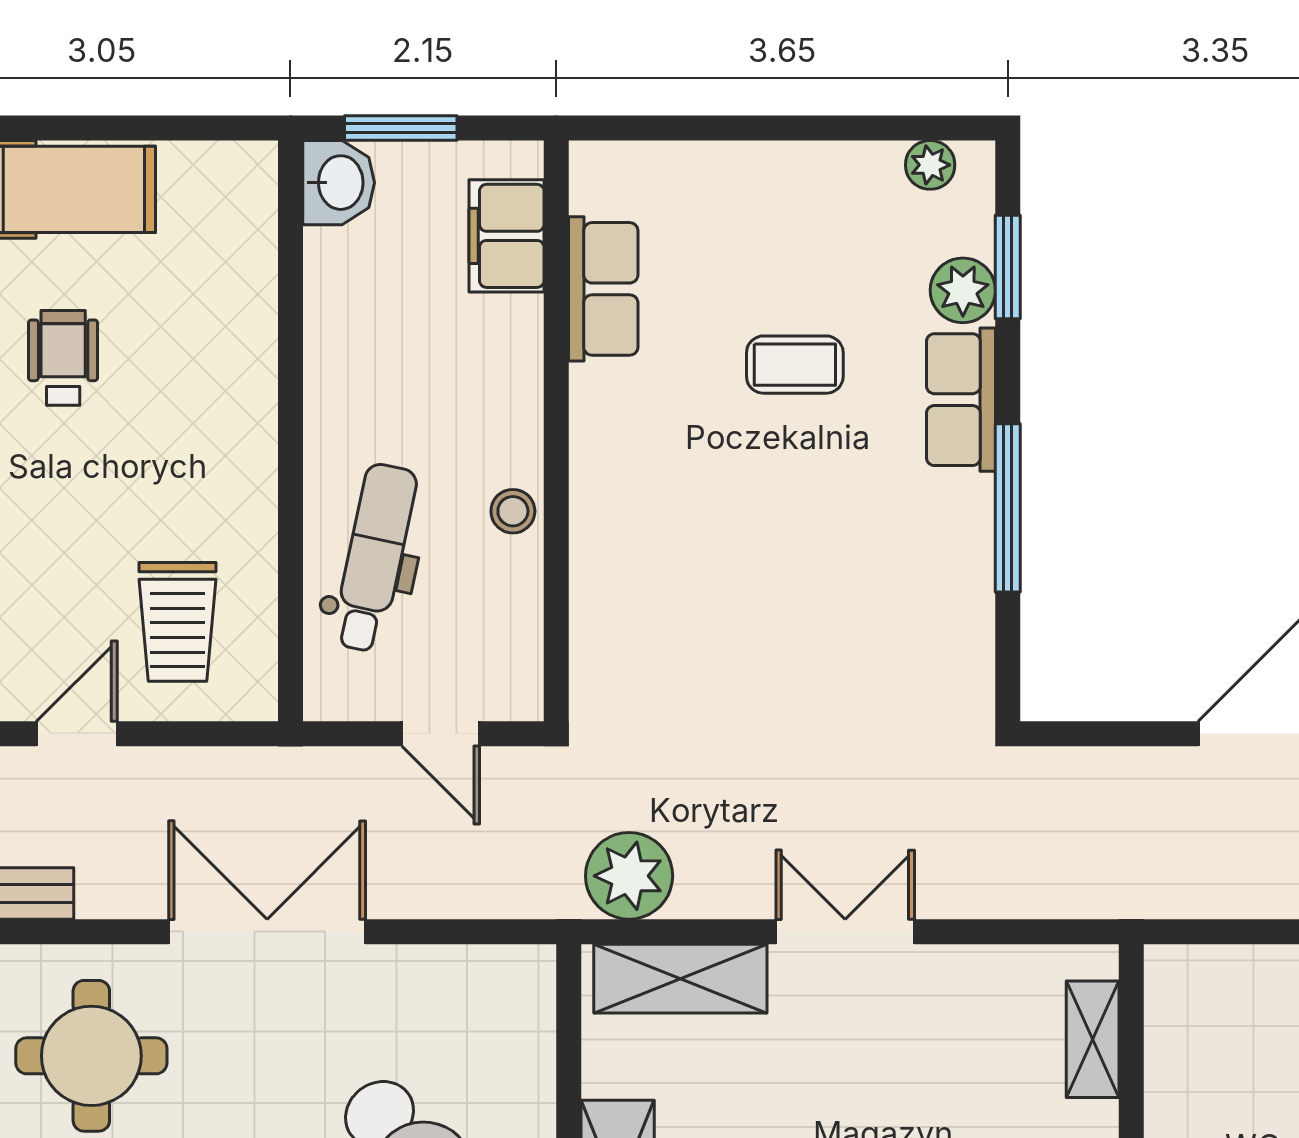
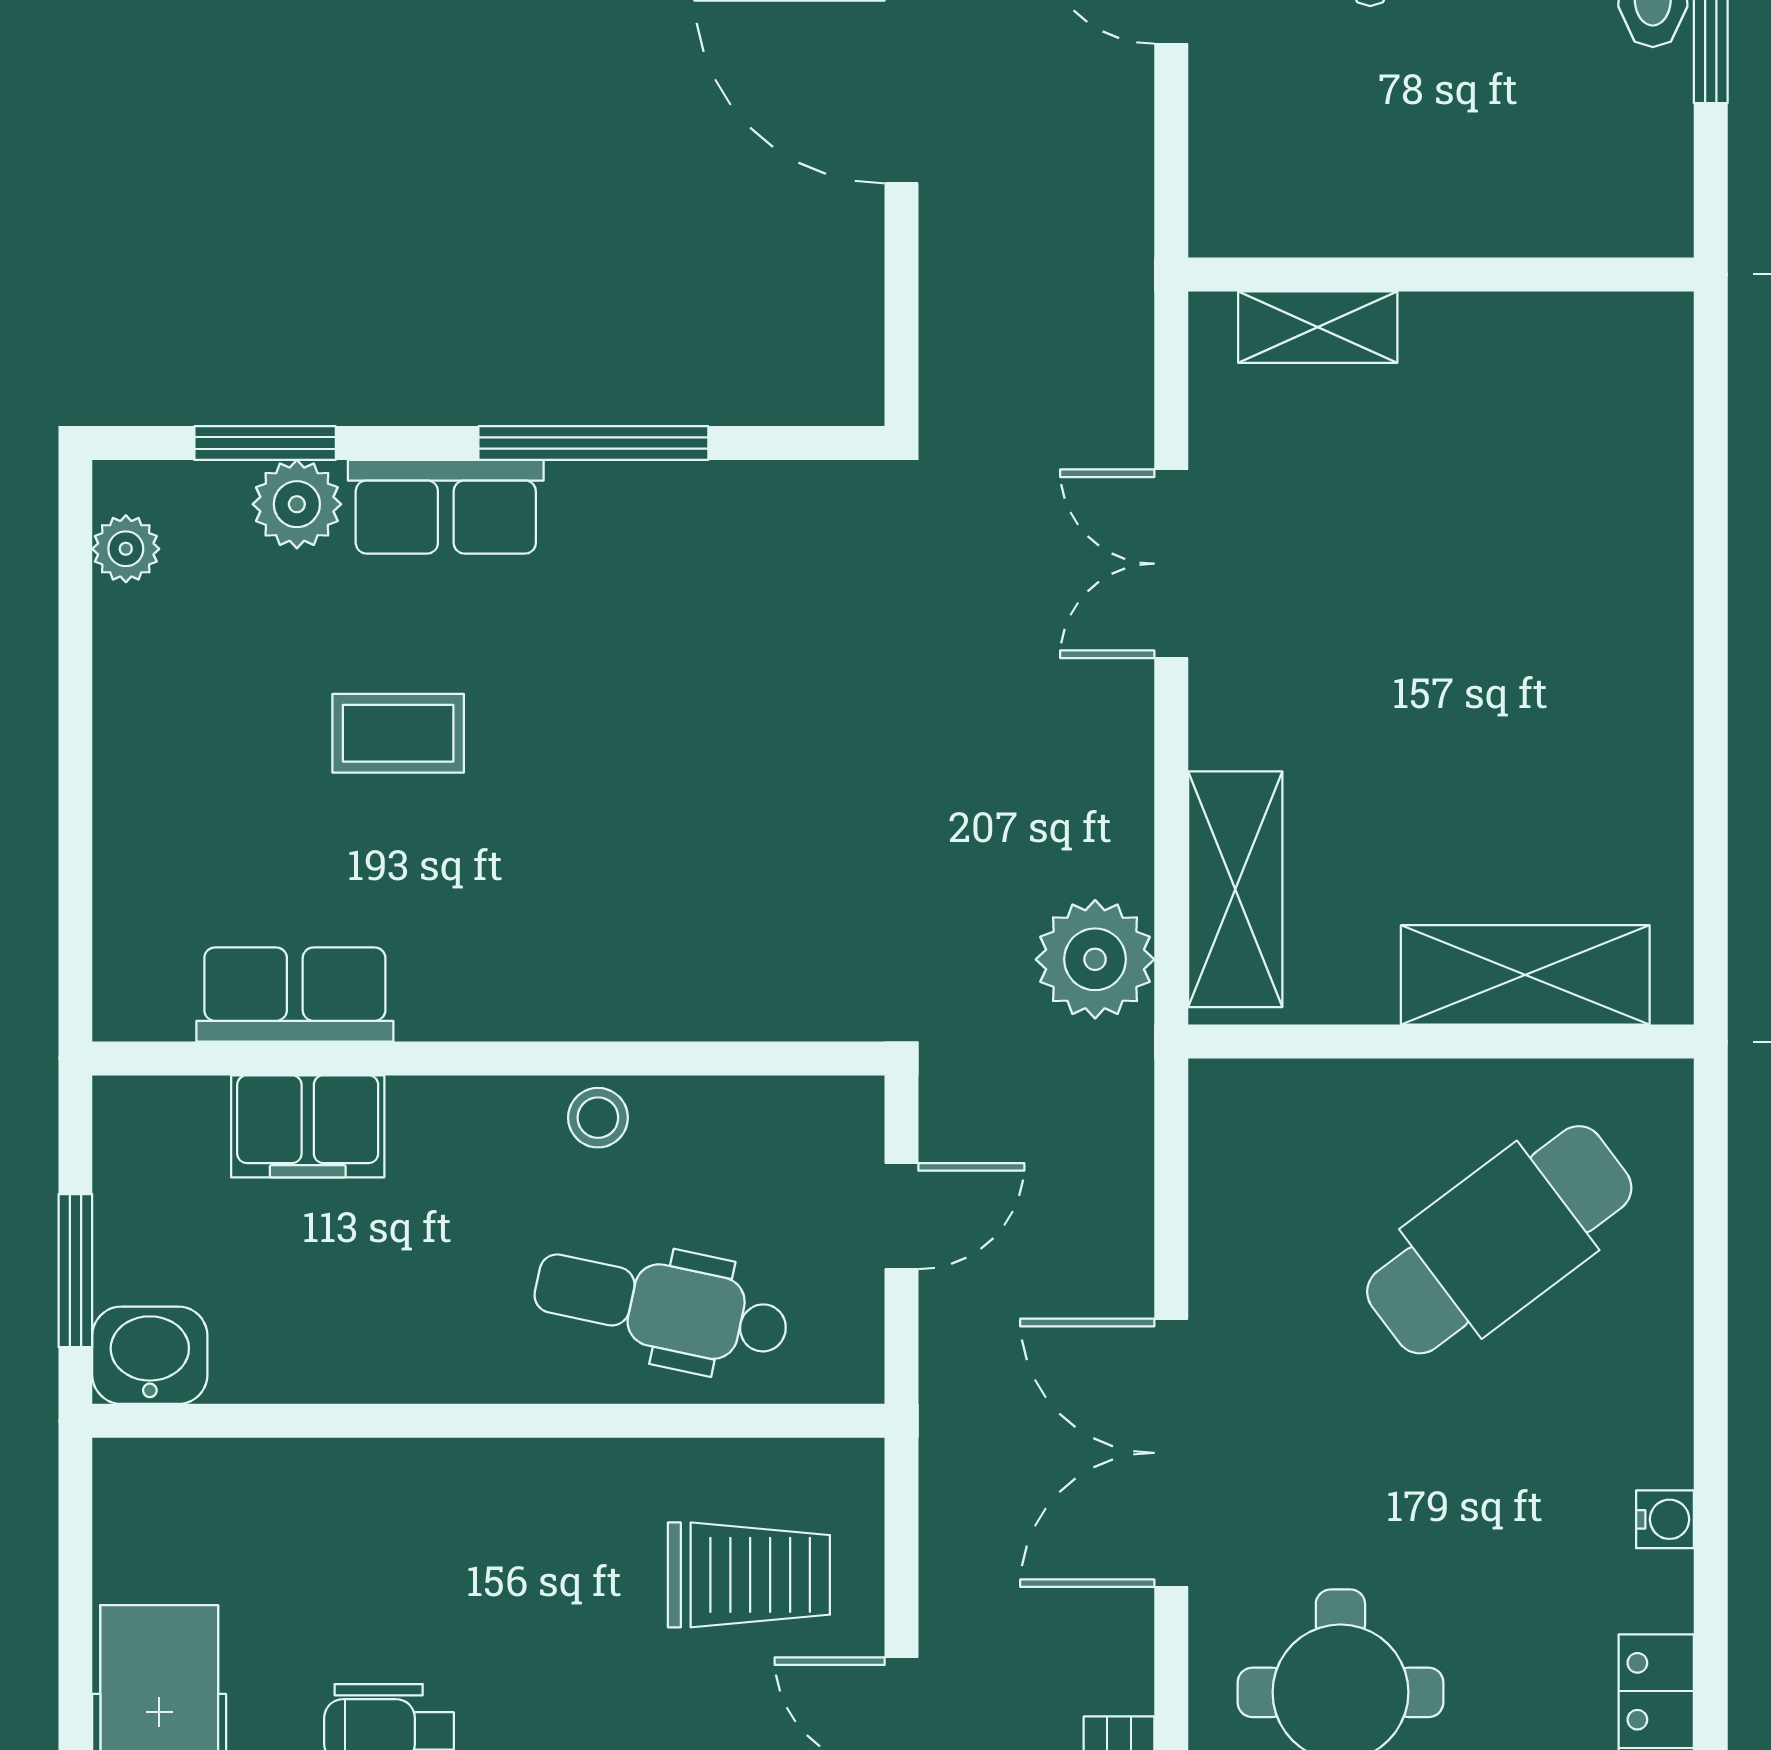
filing cabinet: (507, 236) -> (308, 1126), moved
coffee table: (795, 365) -> (398, 733), turned 90
double door: (845, 932) -> (1171, 564), moved

